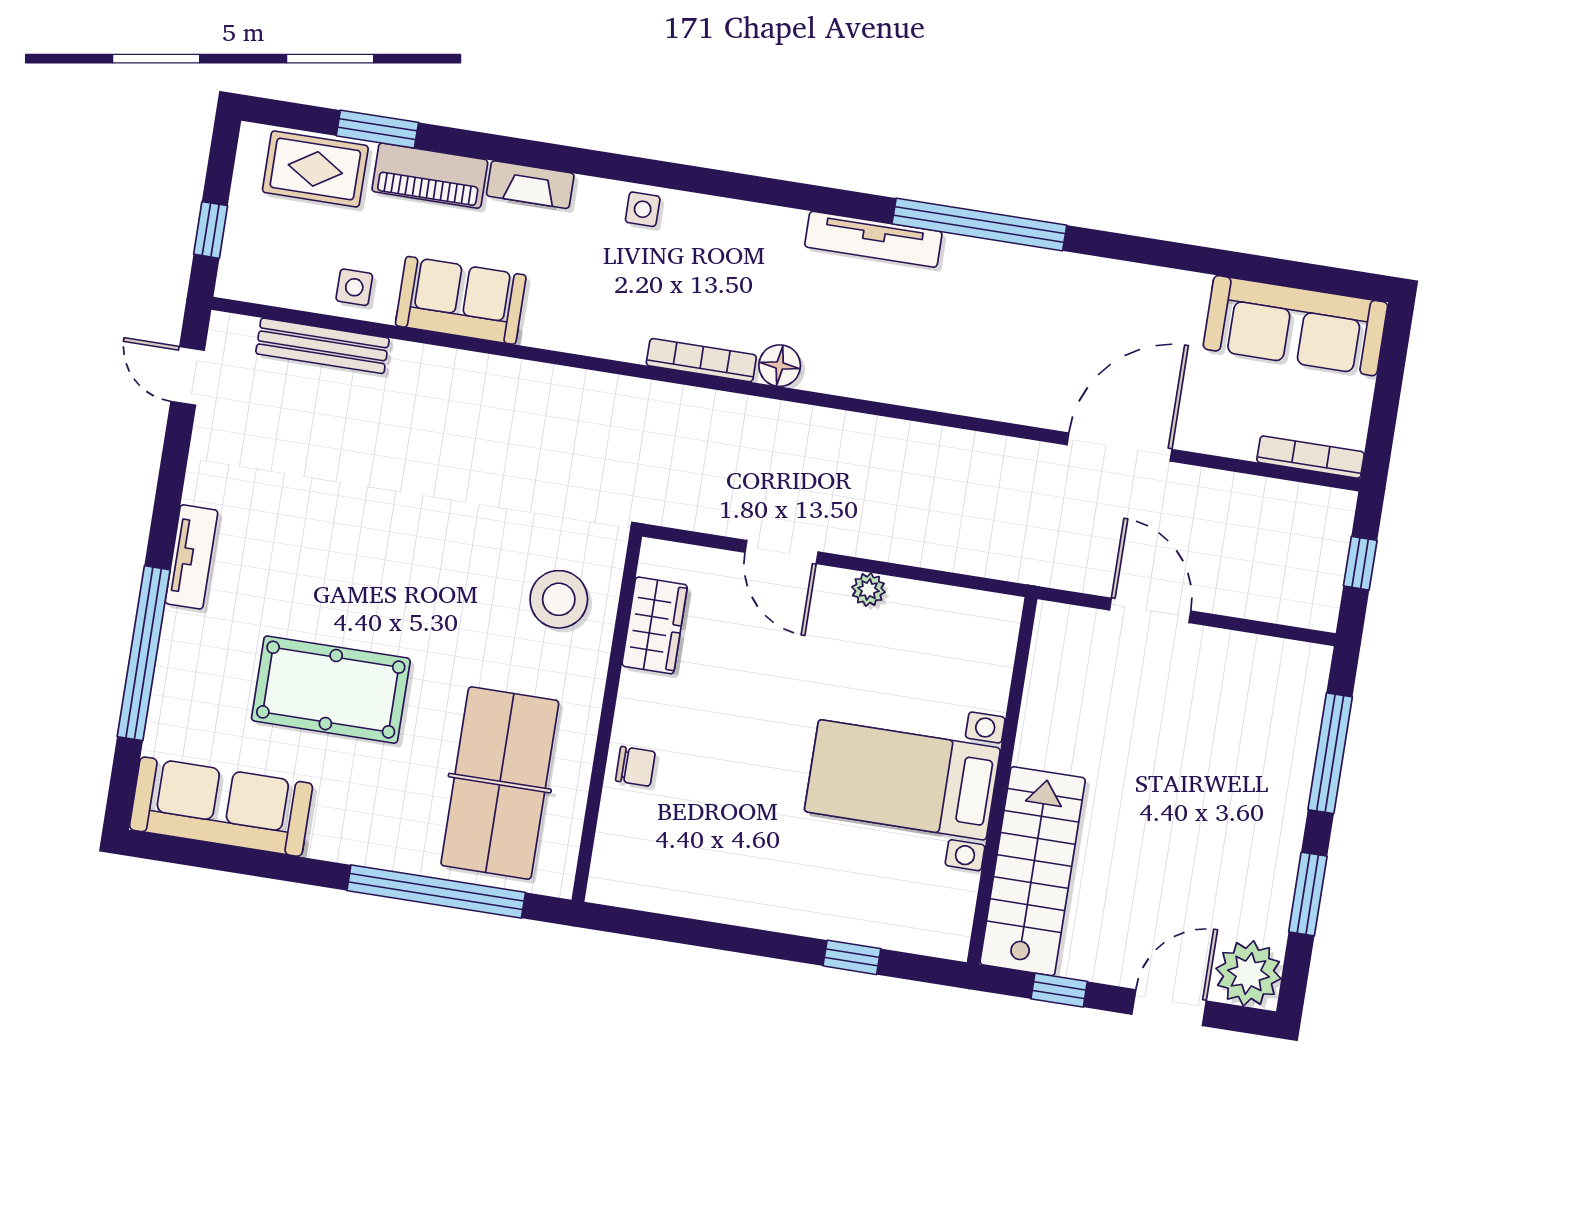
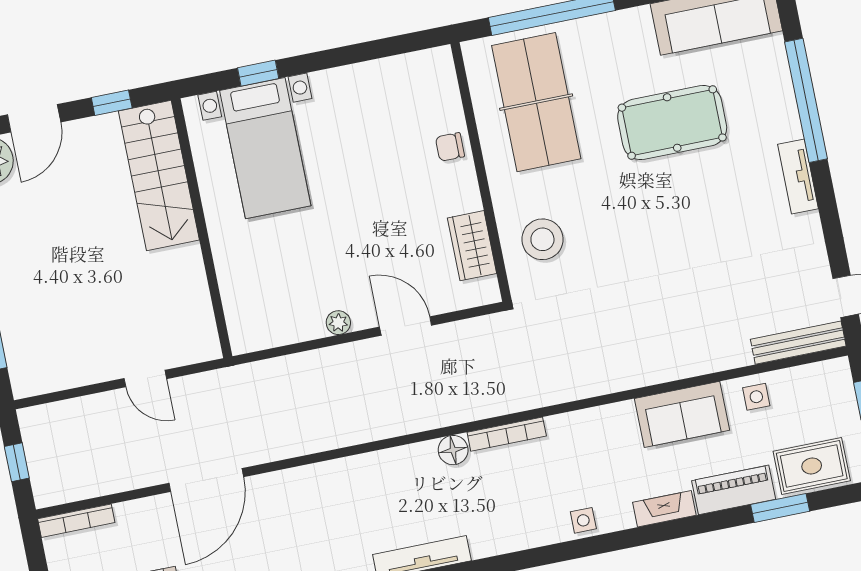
bench: (322, 346) -> (798, 343), moved
door: (1150, 610) -> (145, 379), width x0.73
bed with nightstands: (902, 780) -> (265, 148), moved, turned 90

